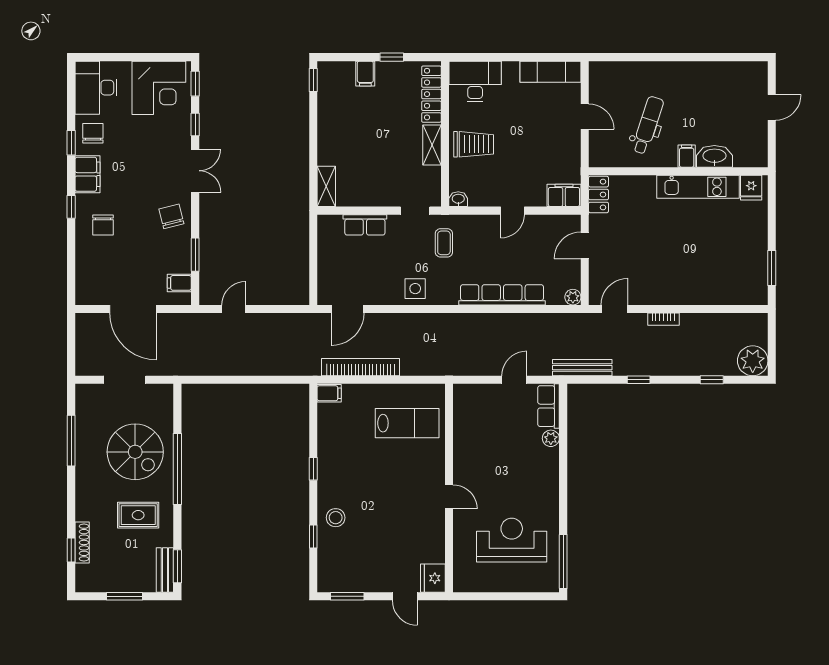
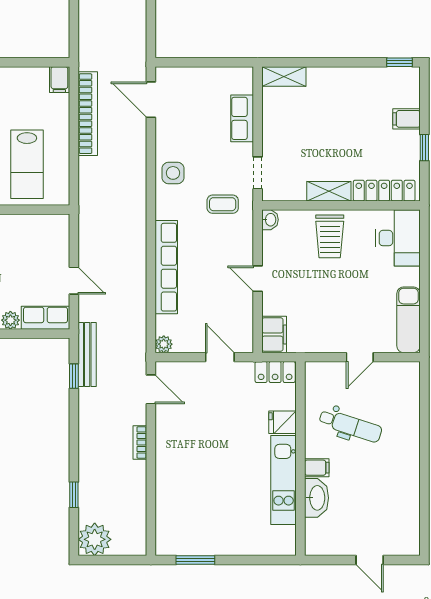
fridge: (751, 188) -> (283, 422), moved
window: (639, 380) -> (74, 376), moved

